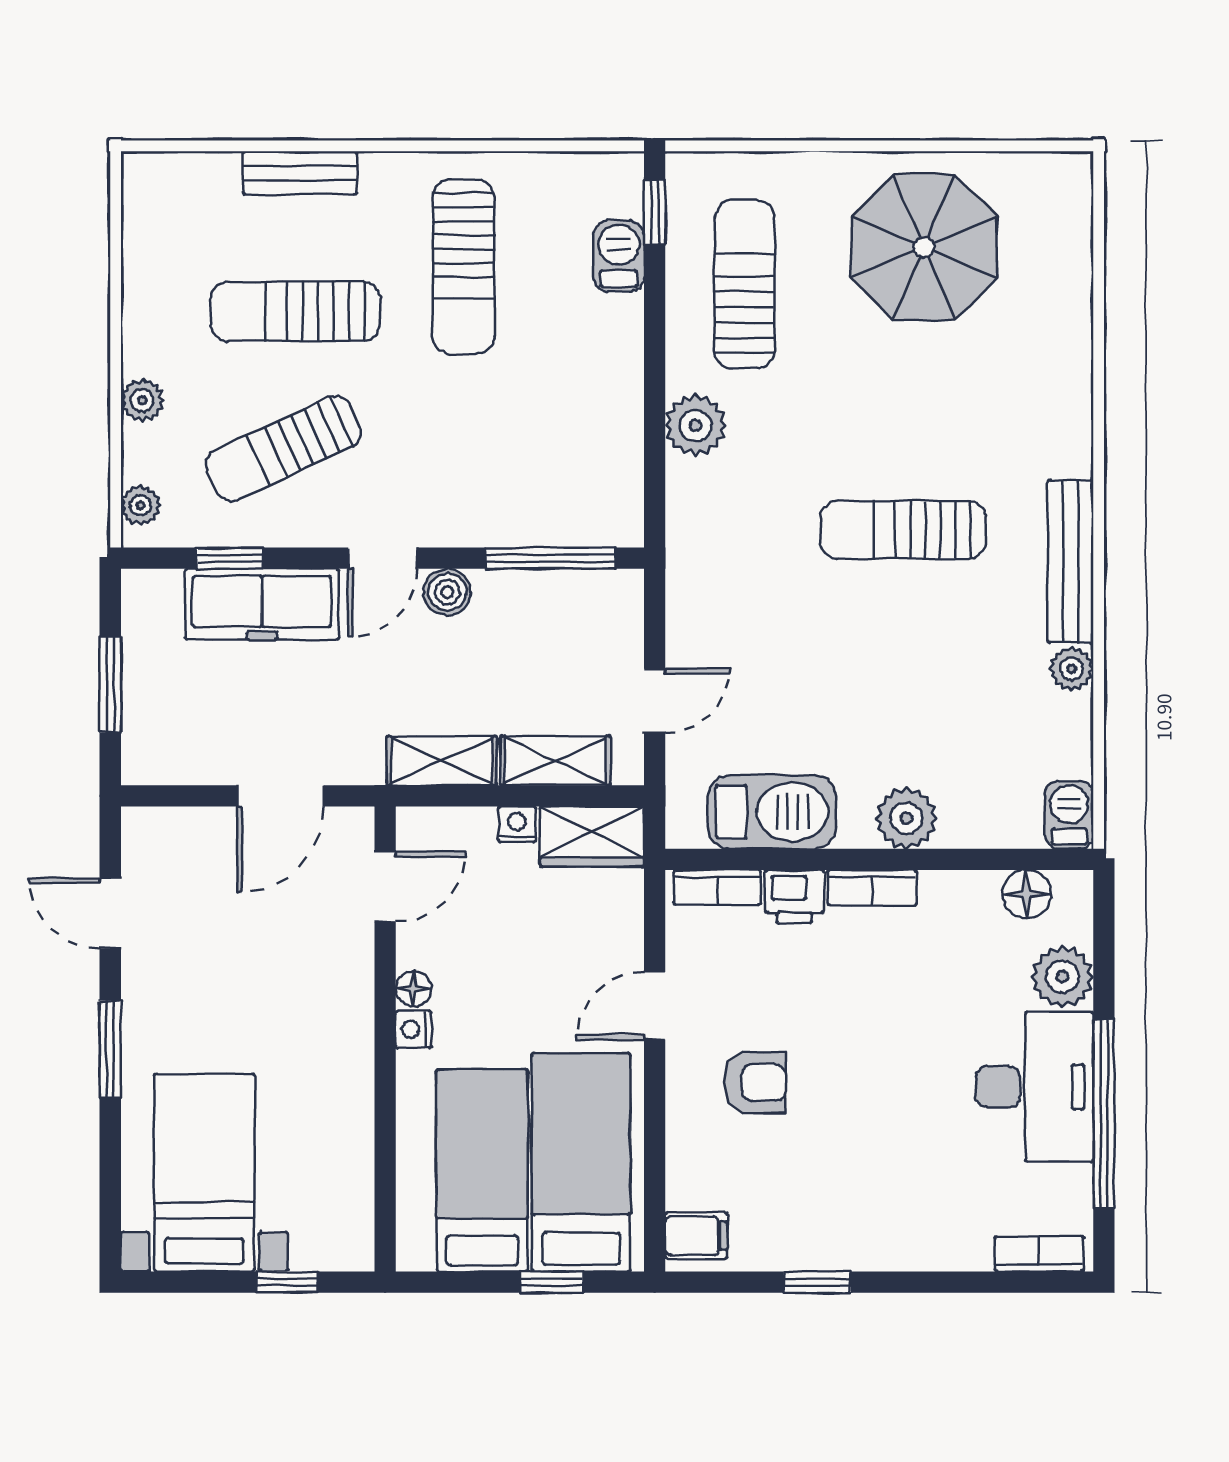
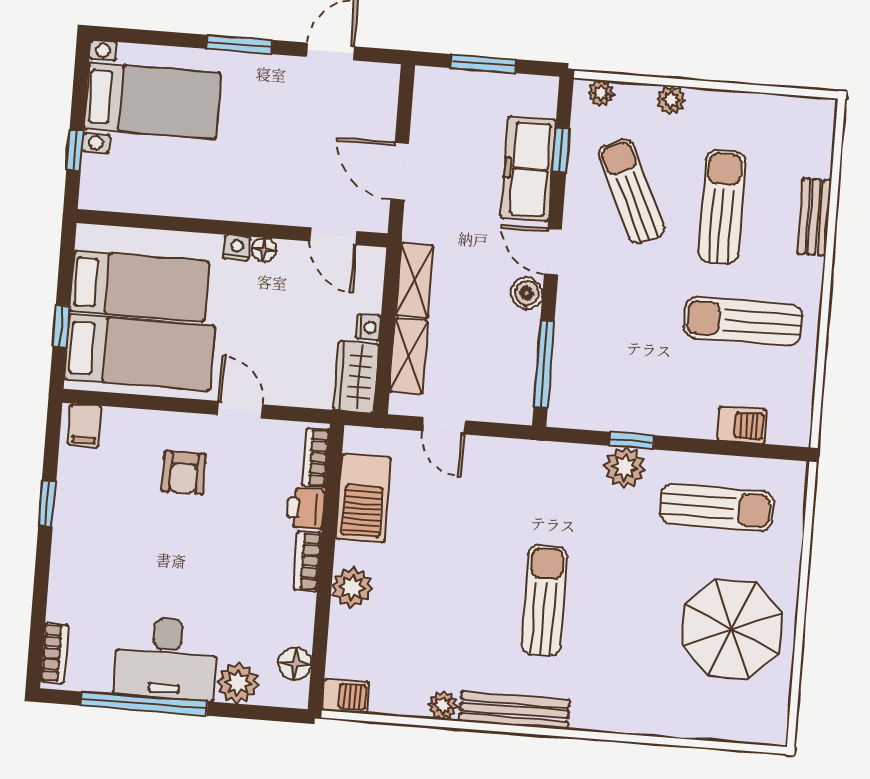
window: (655, 212) -> (632, 441), moved

